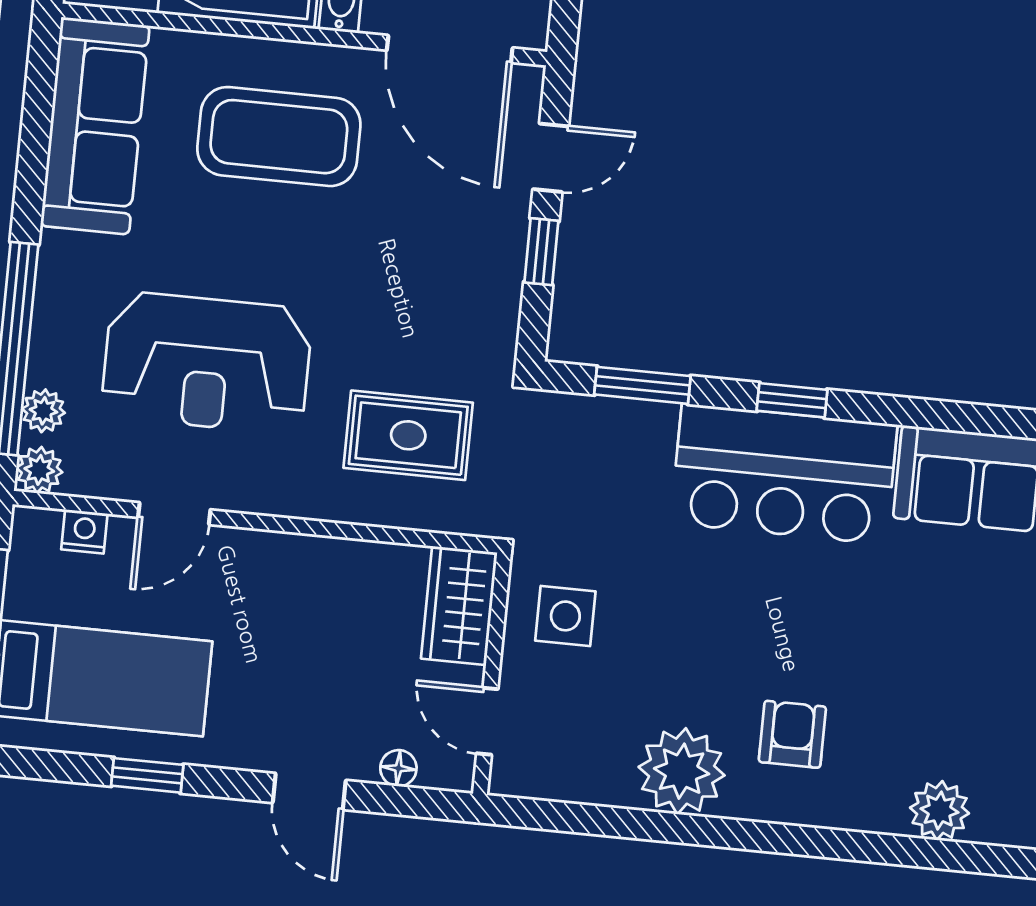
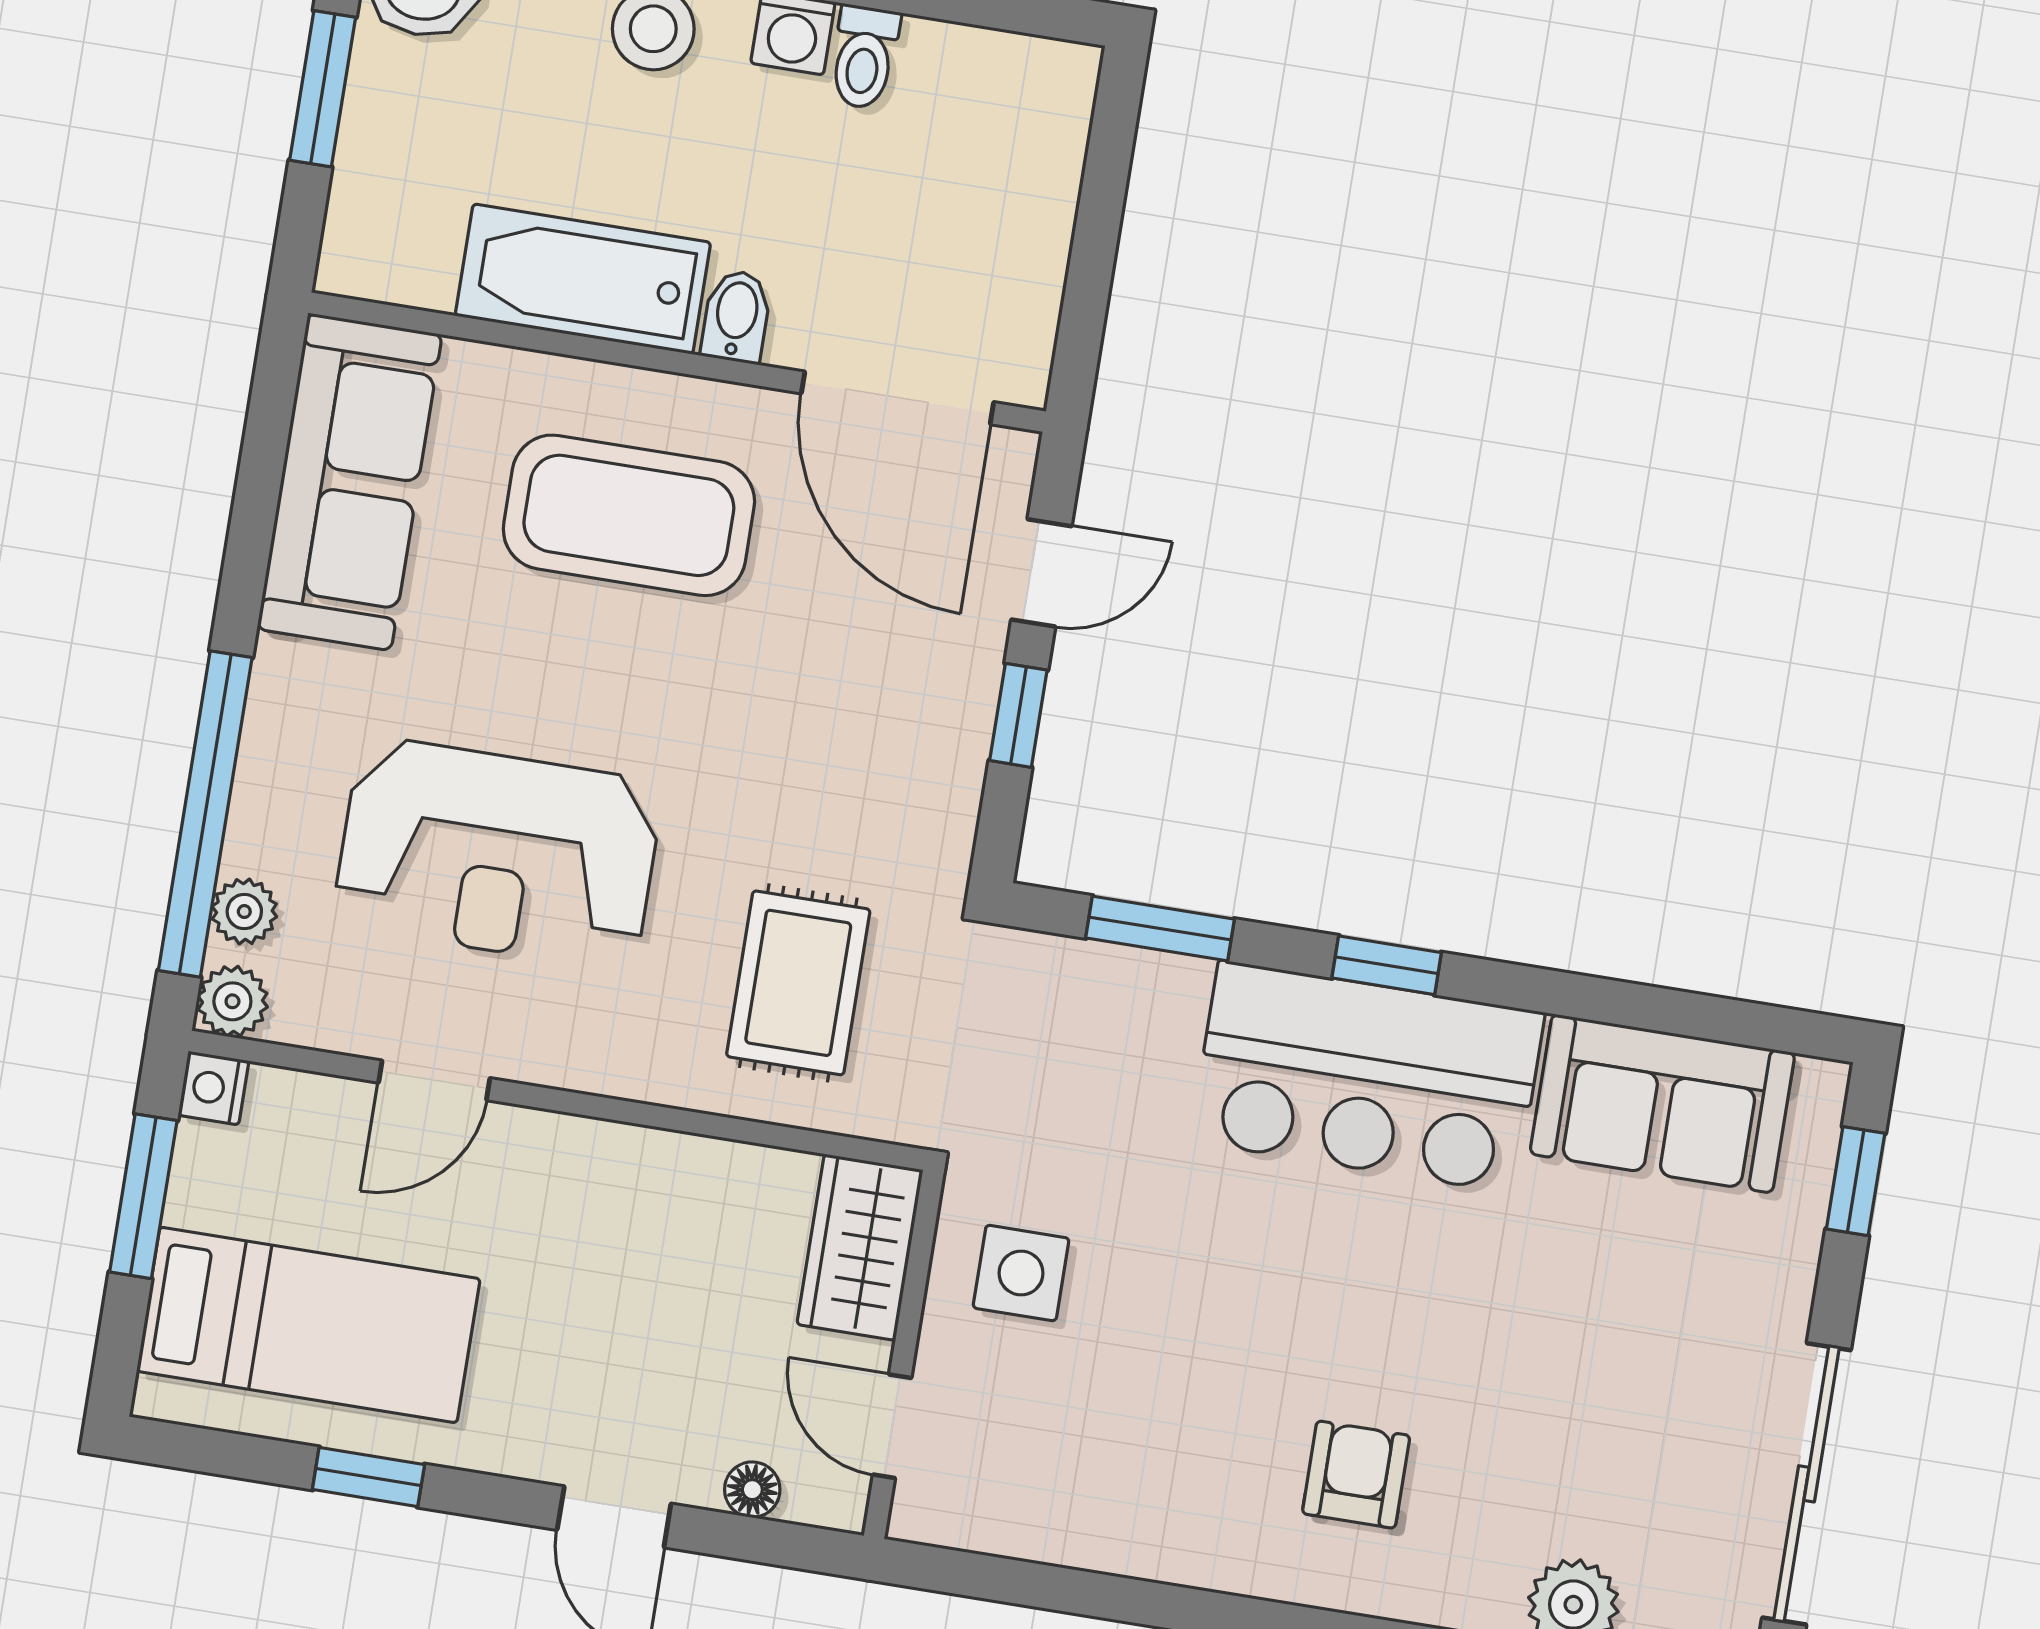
rug: (408, 435) -> (798, 983), turned 90
nightstand: (84, 532) -> (213, 1088), moved, turned -90
plant: (682, 771) -> (1184, 1520), removed

